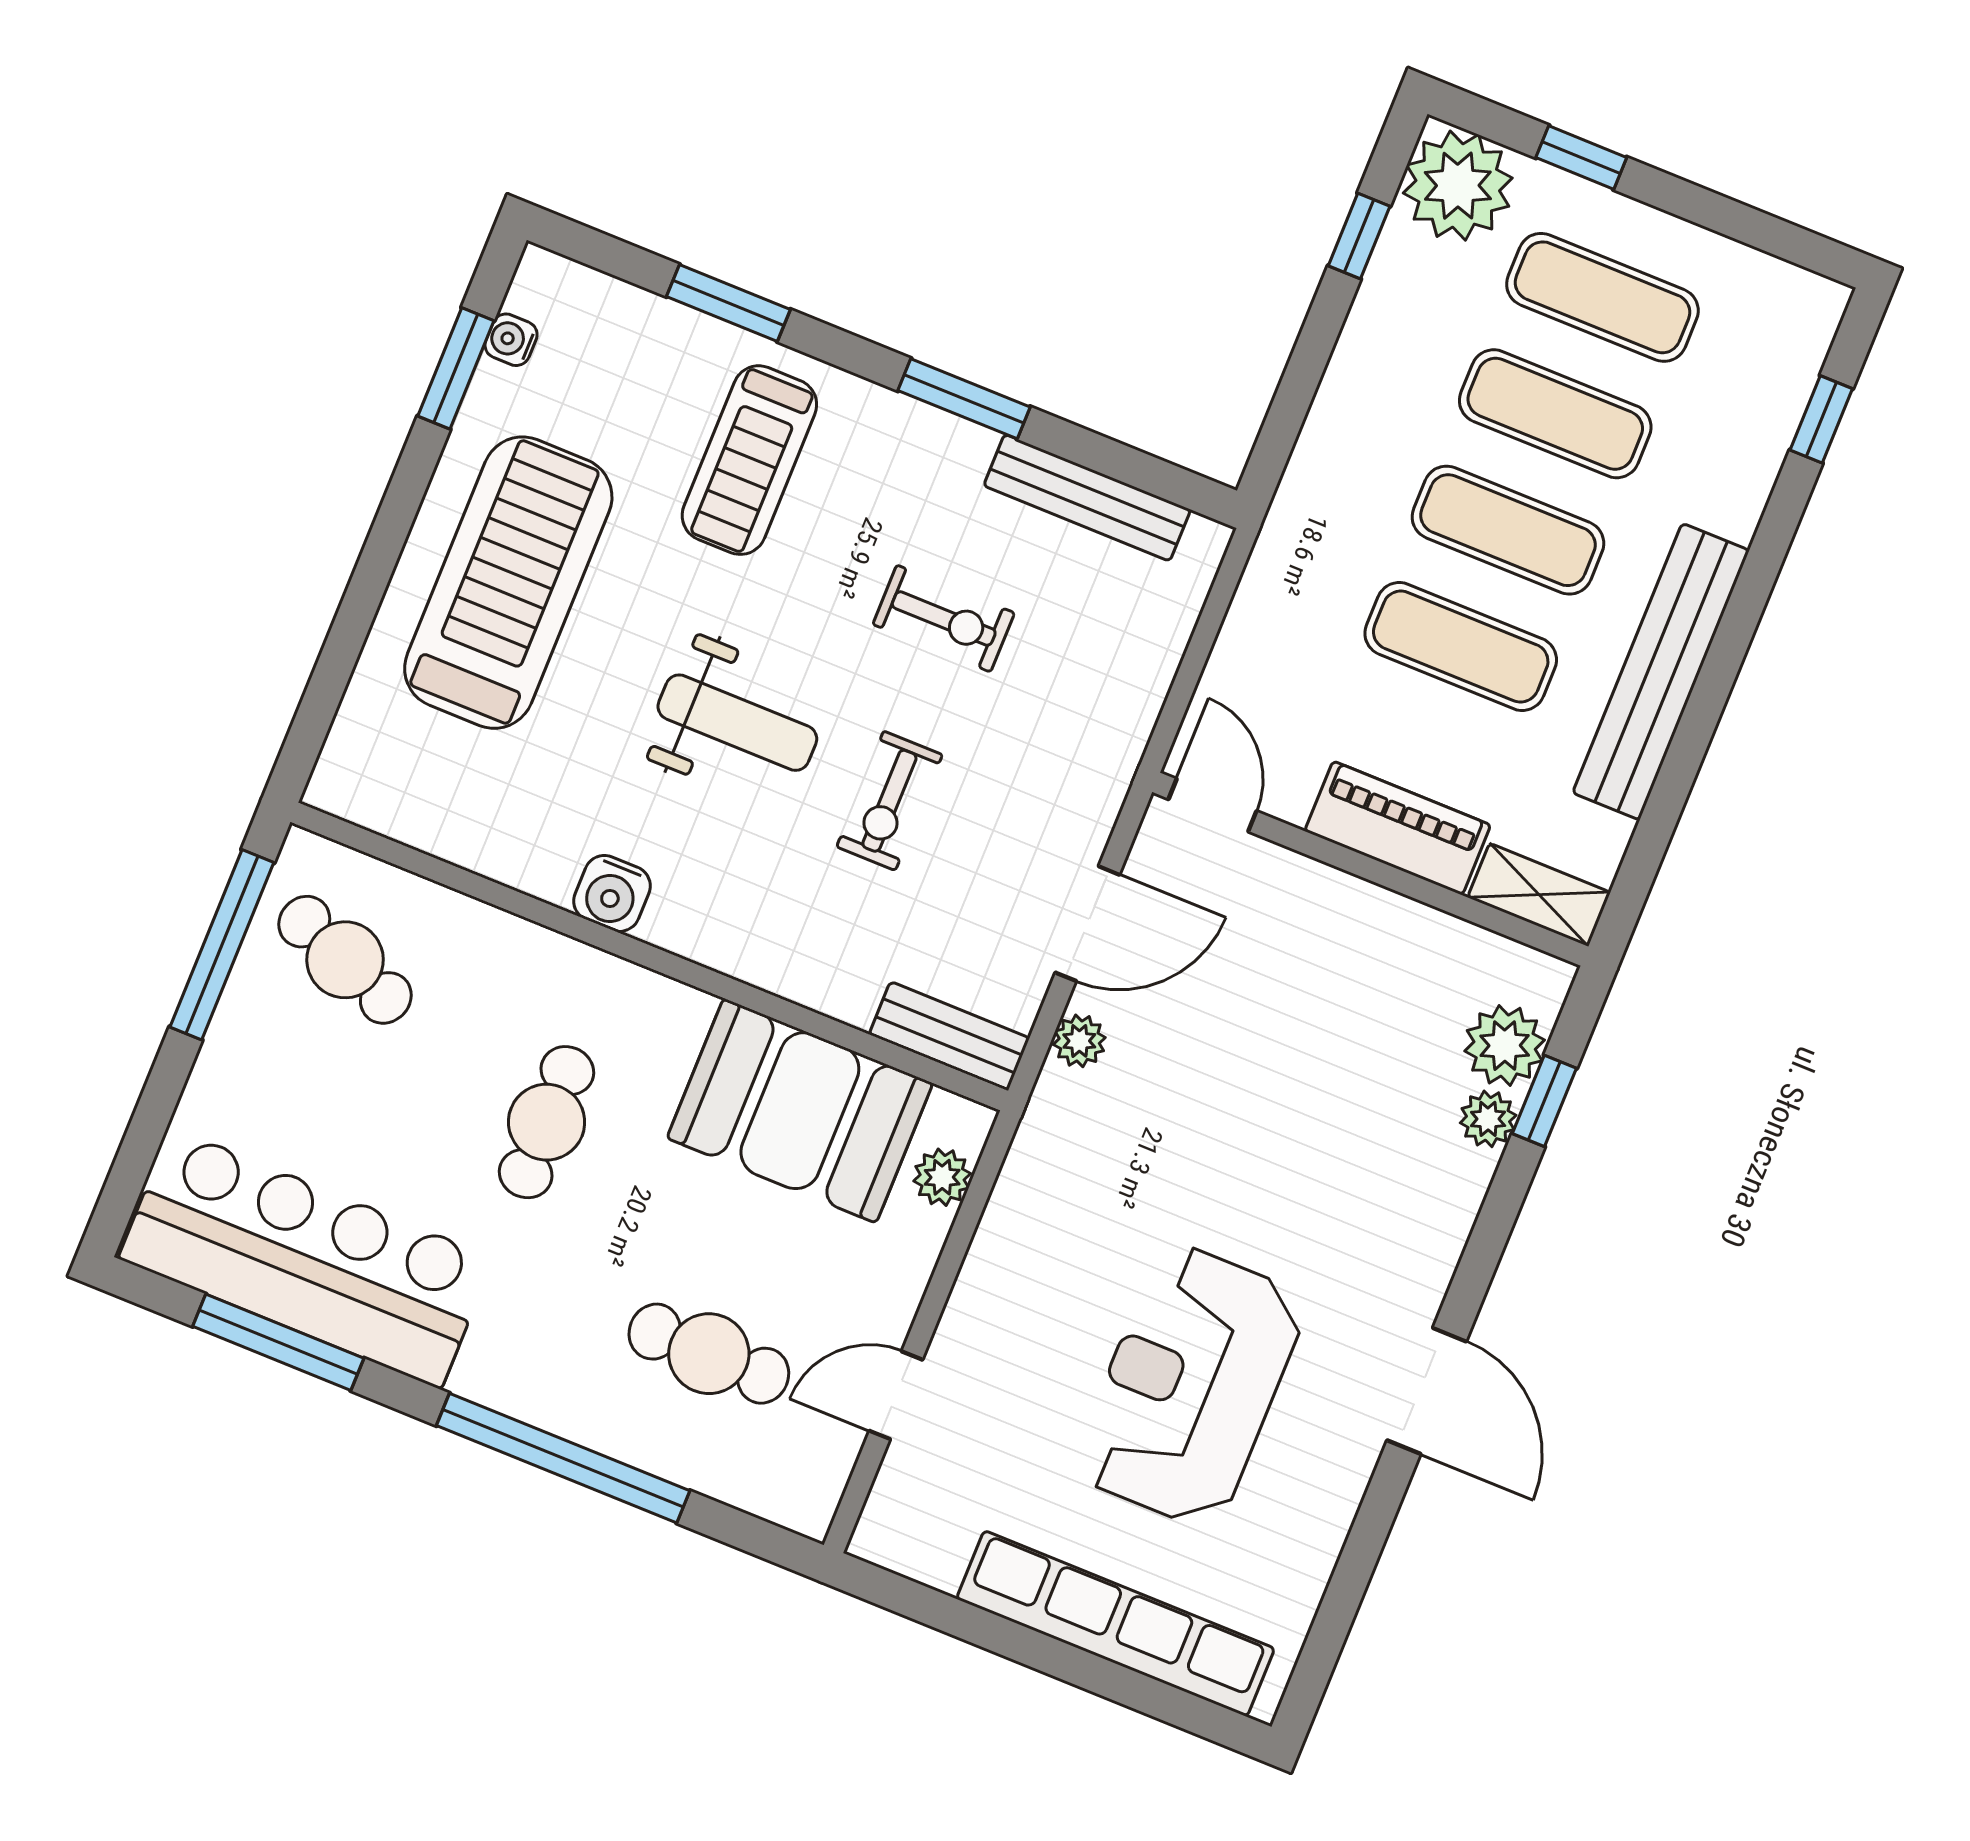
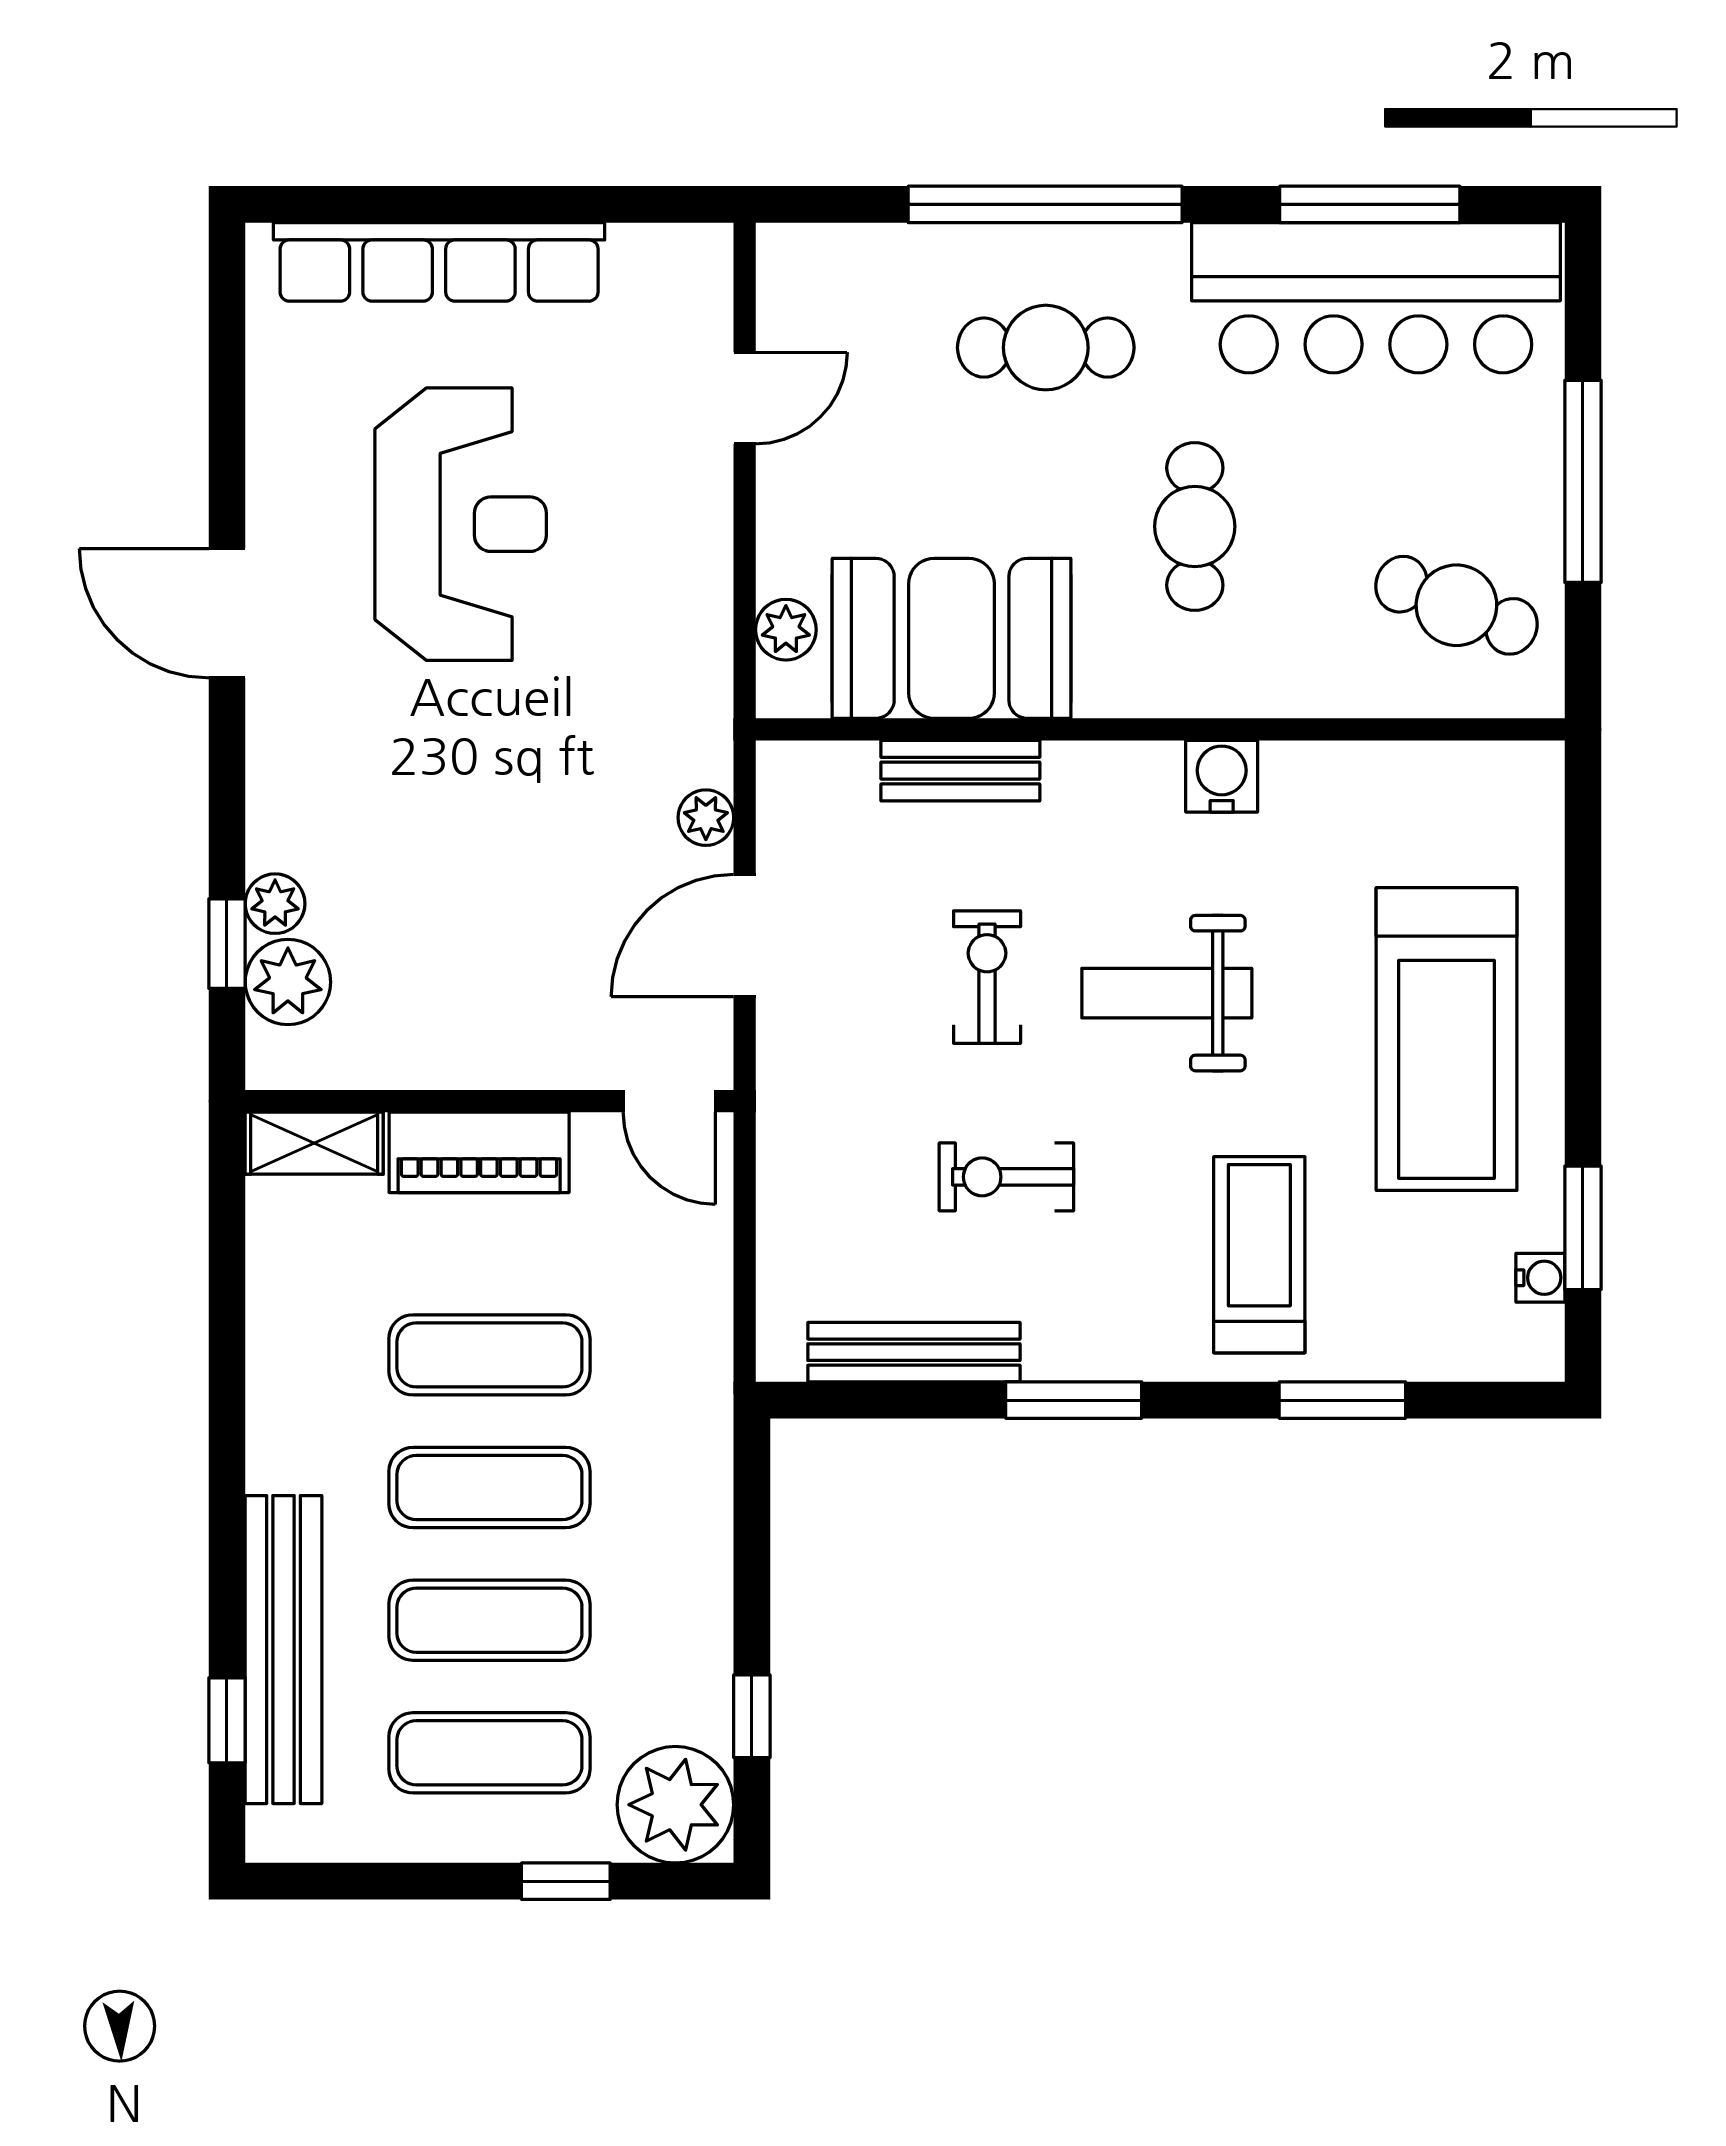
bench: (1661, 672) -> (284, 1650), moved
window: (222, 945) -> (1583, 481), moved
bench: (949, 1036) -> (960, 771), moved
cafe table: (709, 1354) -> (1046, 348), moved

